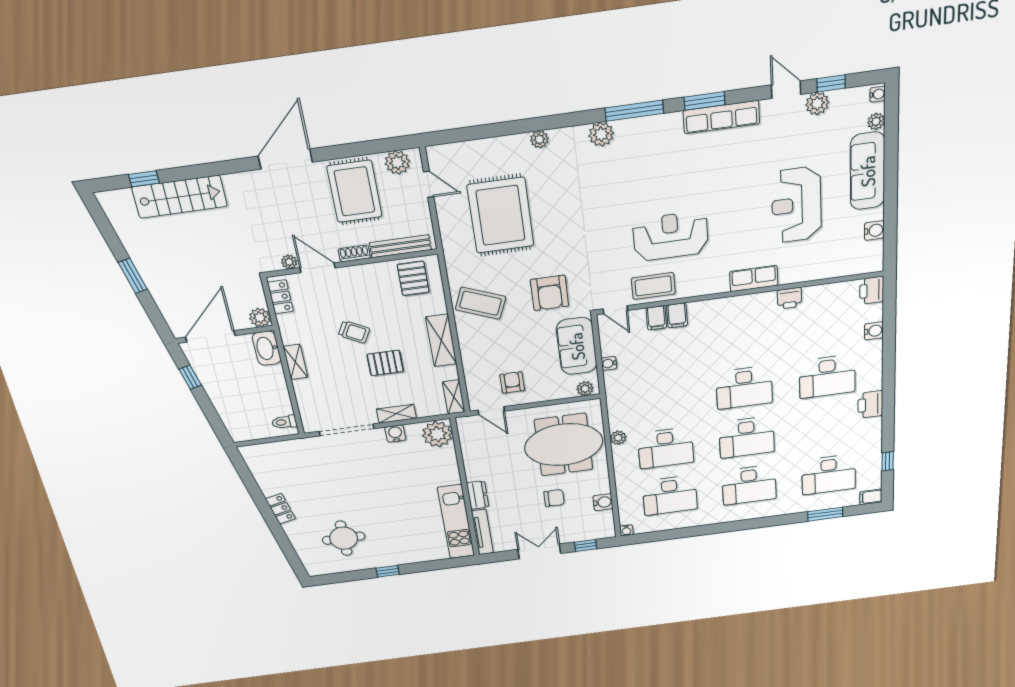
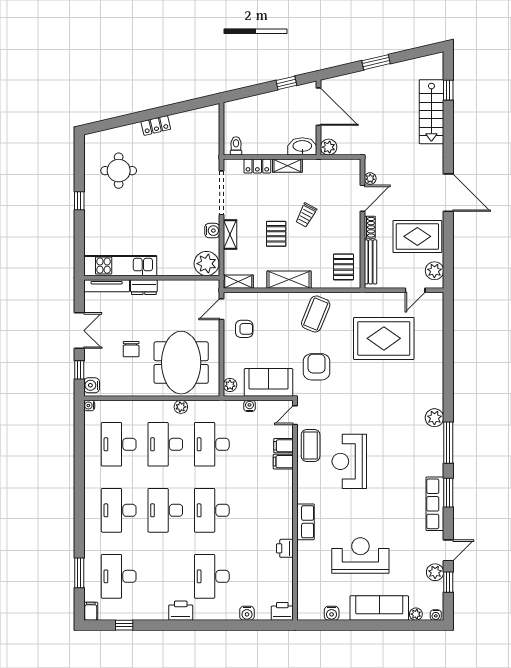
plant: (539, 139) -> (437, 374), removed
reception desk: (671, 236) -> (349, 461), turned 180
pallet: (413, 278) -> (343, 267), turned 90
armchair: (550, 293) -> (317, 367), turned 90
locker: (280, 297) -> (257, 166), moved
desk: (661, 399) -> (212, 444), added
water cooler: (603, 502) -> (92, 385), moved, turned 90

